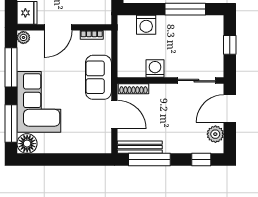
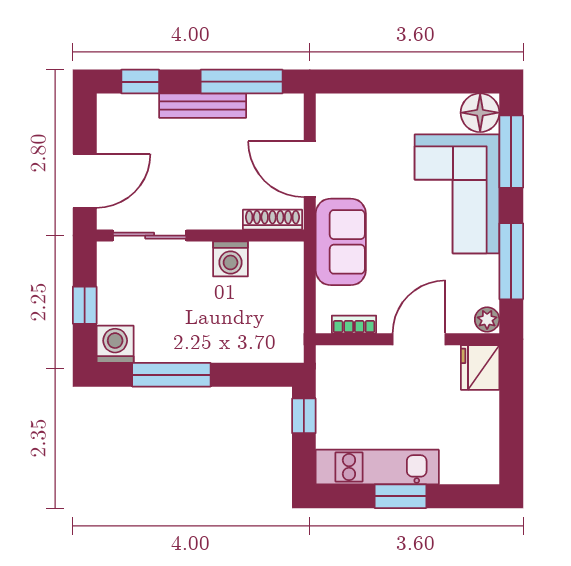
washing machine: (146, 25) -> (115, 344), moved
plant: (215, 134) -> (113, 131), removed
bench: (140, 147) -> (203, 106), moved

